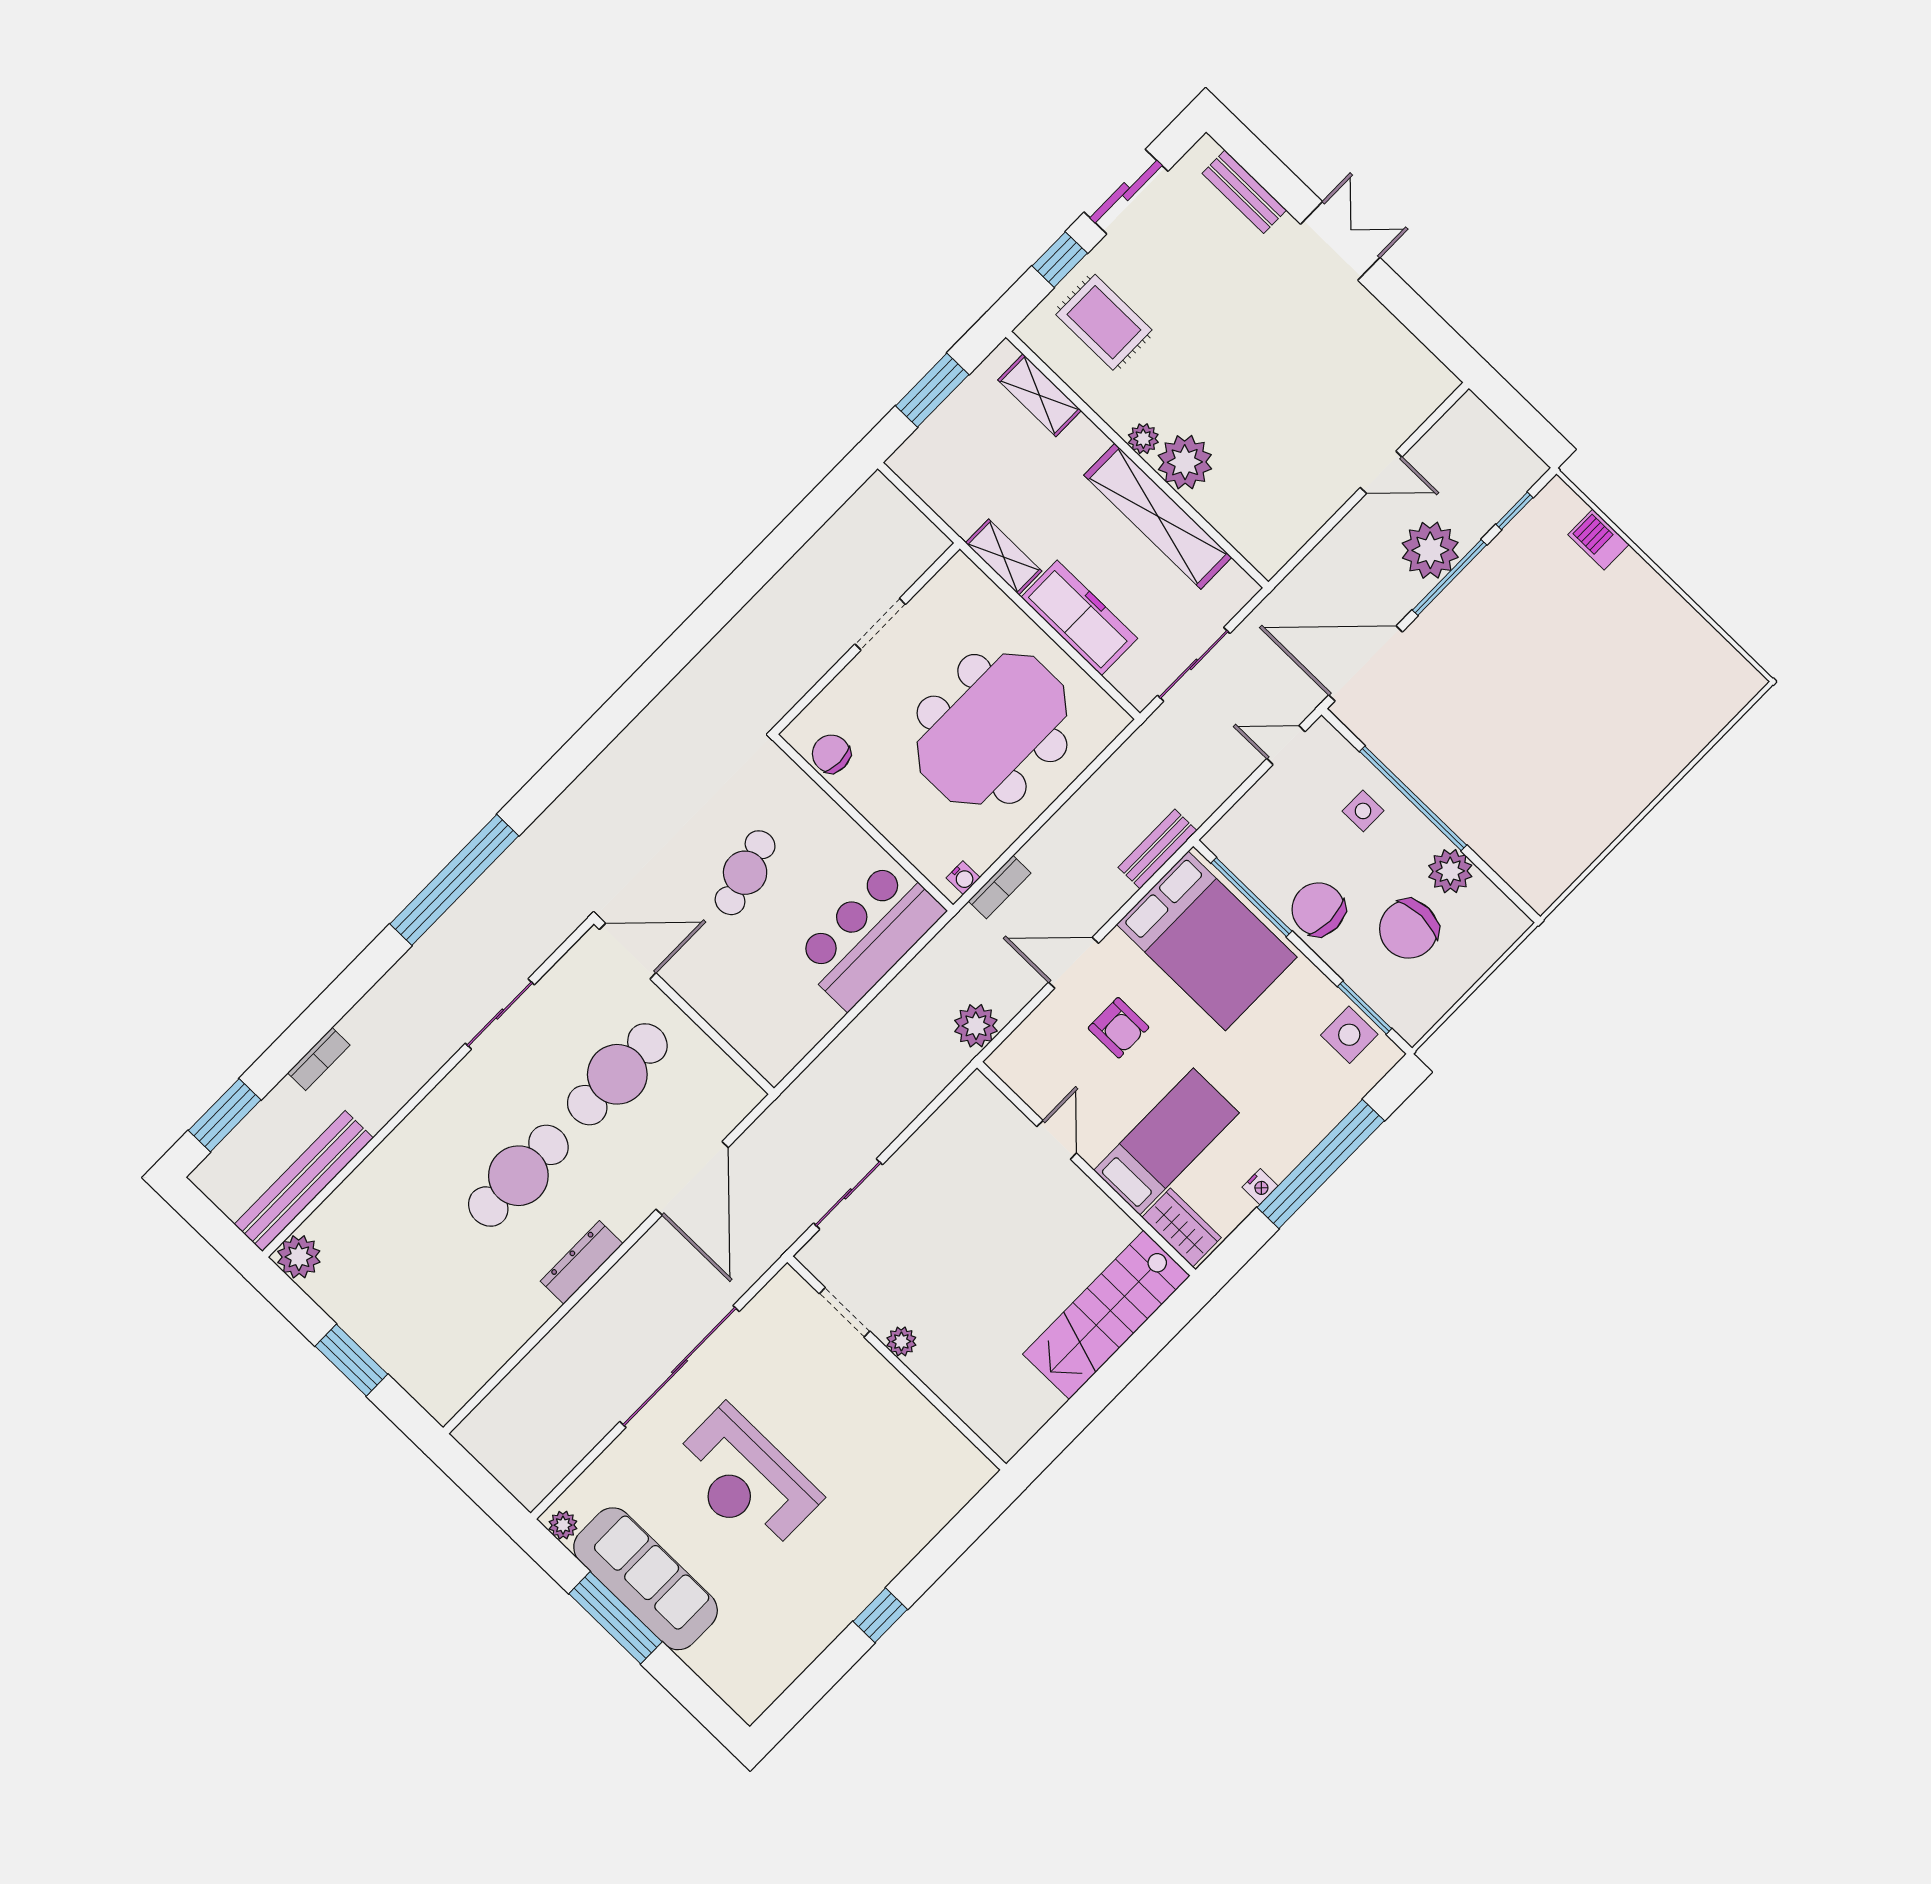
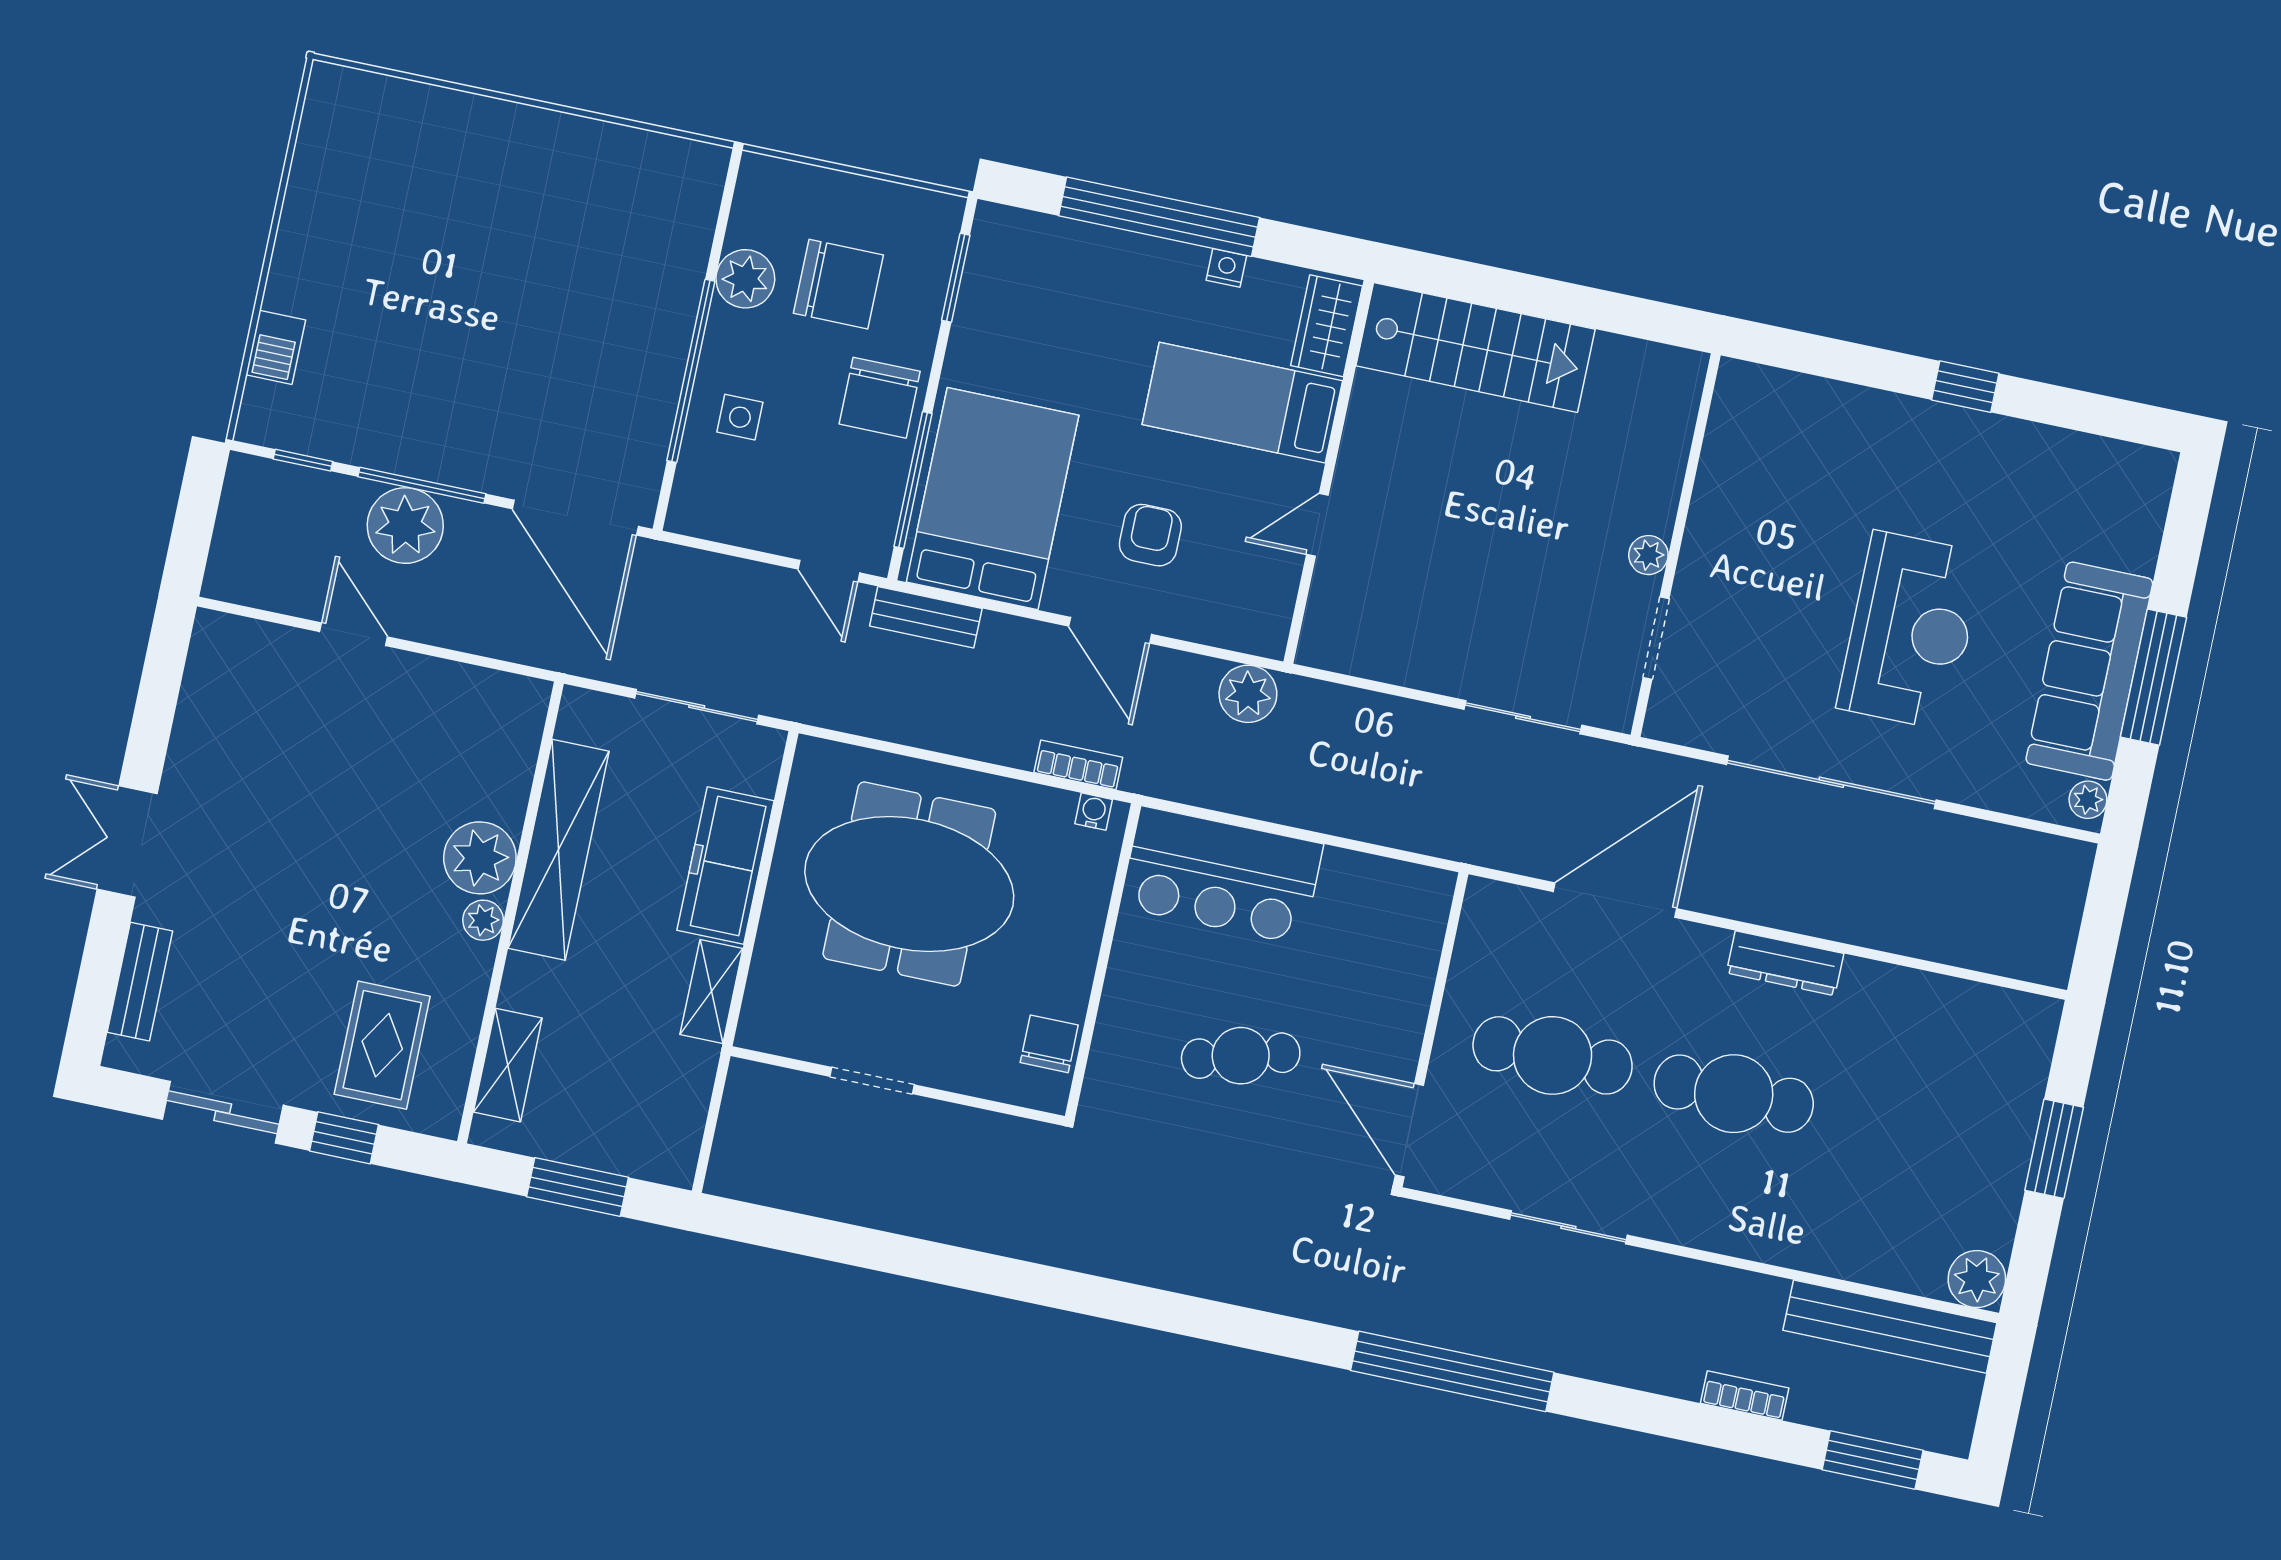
door: (1286, 745) -> (829, 571), moved
chair: (831, 754) -> (1049, 1044), turned 180
side table: (1349, 1035) -> (996, 276), removed

